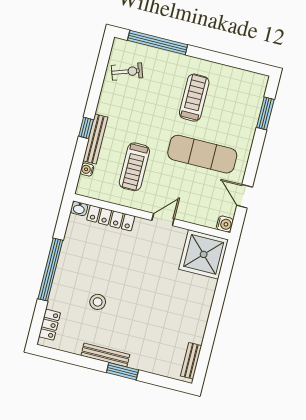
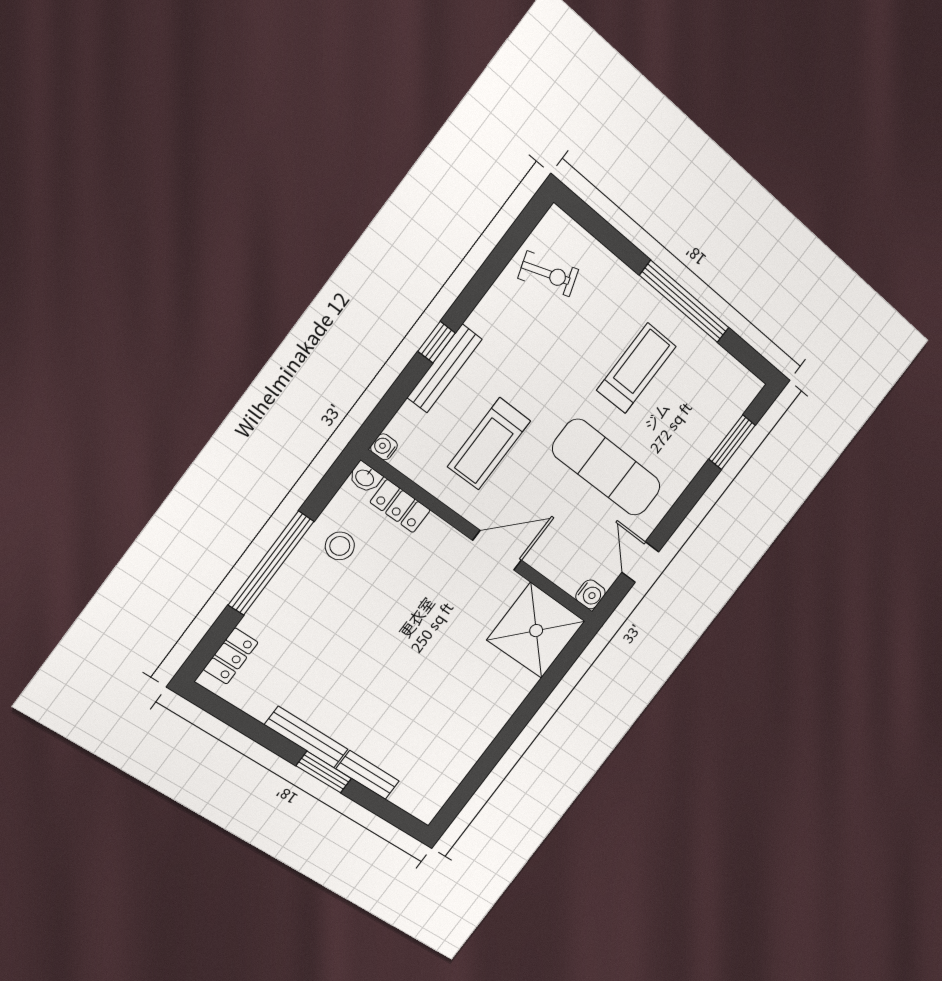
window: (158, 43) -> (685, 302), moved
water cooler: (87, 170) -> (384, 447), moved
locker: (111, 218) -> (400, 506), width x0.66
door: (163, 220) -> (497, 550), width x1.38
stool: (98, 302) -> (340, 546), moved
bench: (191, 361) -> (368, 775), moved, turned 90

